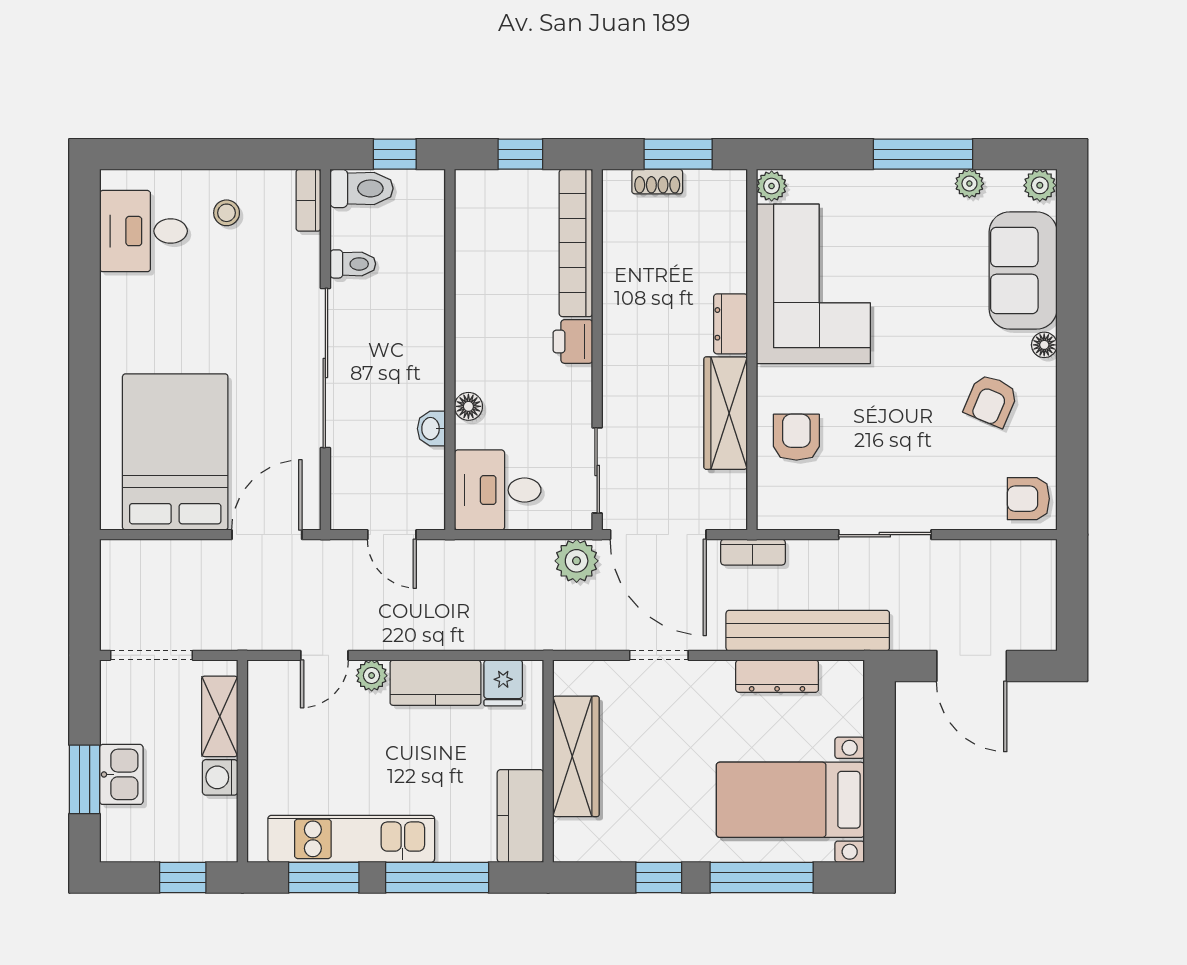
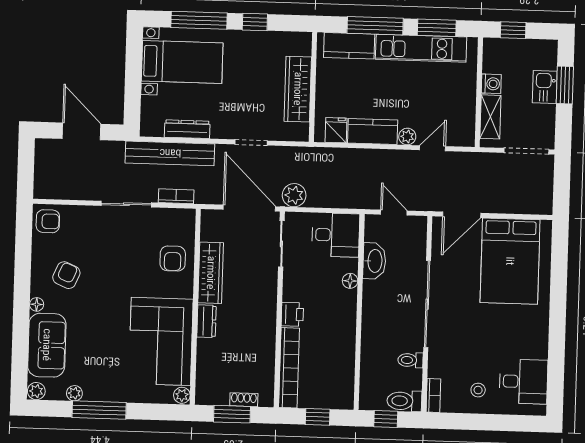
washbasin: (431, 429) -> (374, 261), width x1.91, depth x1.45
bookcase: (753, 552) -> (176, 196), moved
kitchen counter: (520, 816) -> (349, 46), moved, turned 90

